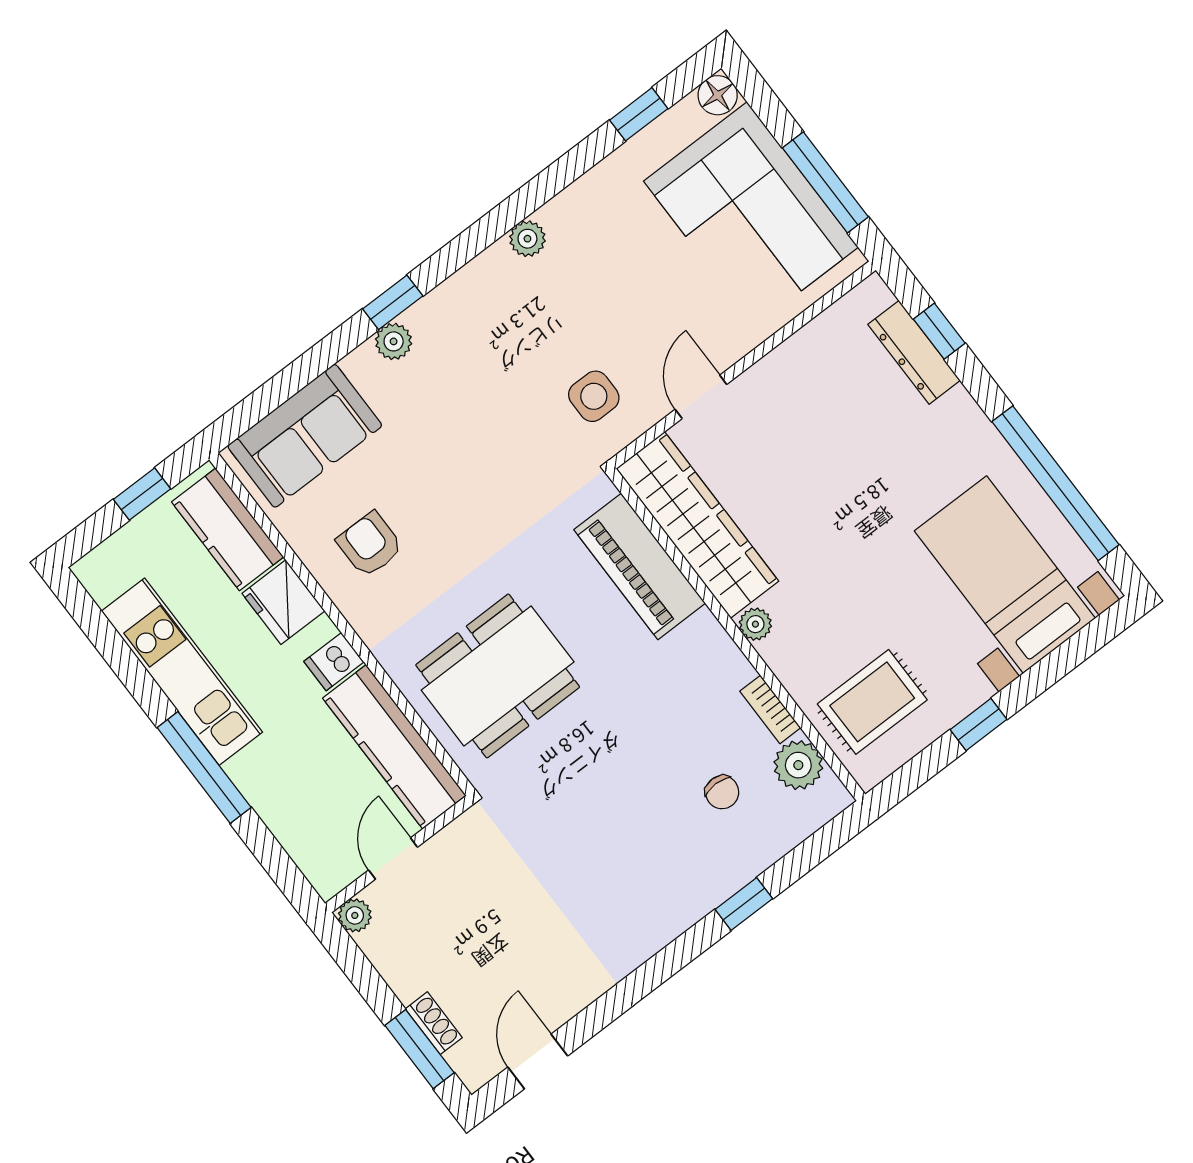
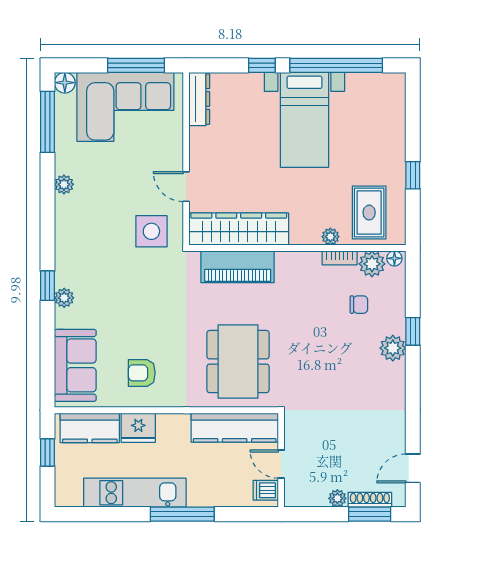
window: (639, 114) -> (47, 122), width x2.17
plant: (527, 239) -> (64, 184), moved
window: (939, 331) -> (262, 65), moved
dresser: (914, 352) -> (199, 99), moved, turned -90
side table: (594, 396) -> (151, 231), width x1.37, depth x1.37
bed with nightstands: (1005, 575) -> (304, 120), moved, turned -90
plant: (755, 624) -> (330, 237), moved
dishwasher: (334, 662) -> (266, 490), moved, turned 90
floor lamp: (832, 793) -> (394, 258), added
plant: (696, 893) -> (393, 348), added
plant: (355, 915) -> (337, 498), moved
shoe rack: (434, 1023) -> (370, 500), width x1.43
door: (538, 1061) -> (413, 468), hinge flipped

